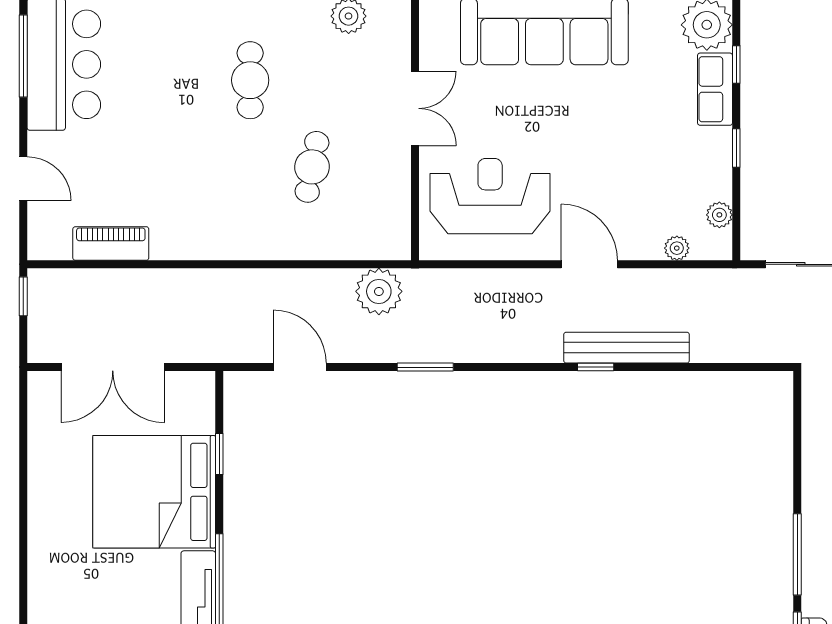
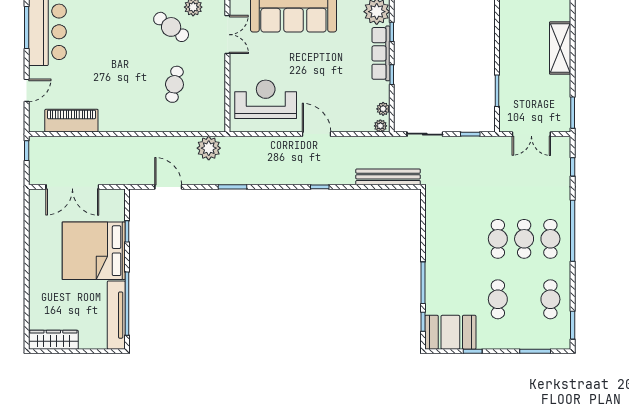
cafe table: (250, 80) -> (171, 27), moved, turned -53
row of seats: (715, 89) -> (381, 53), width x1.48
double door: (415, 108) -> (227, 35), moved
door: (23, 179) -> (27, 90), hinge flipped
piano: (111, 244) -> (71, 121), width x1.37, depth x1.33
plant: (677, 248) -> (380, 126), moved
bench: (627, 348) -> (388, 177), moved

